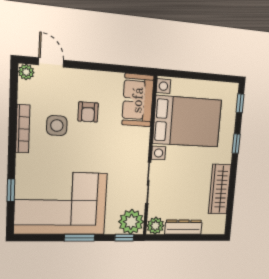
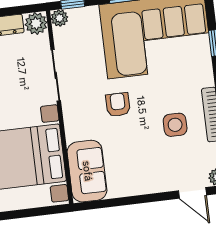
armchair: (88, 112) -> (118, 105), moved
plant: (131, 222) -> (59, 18), width x0.53, depth x0.53

